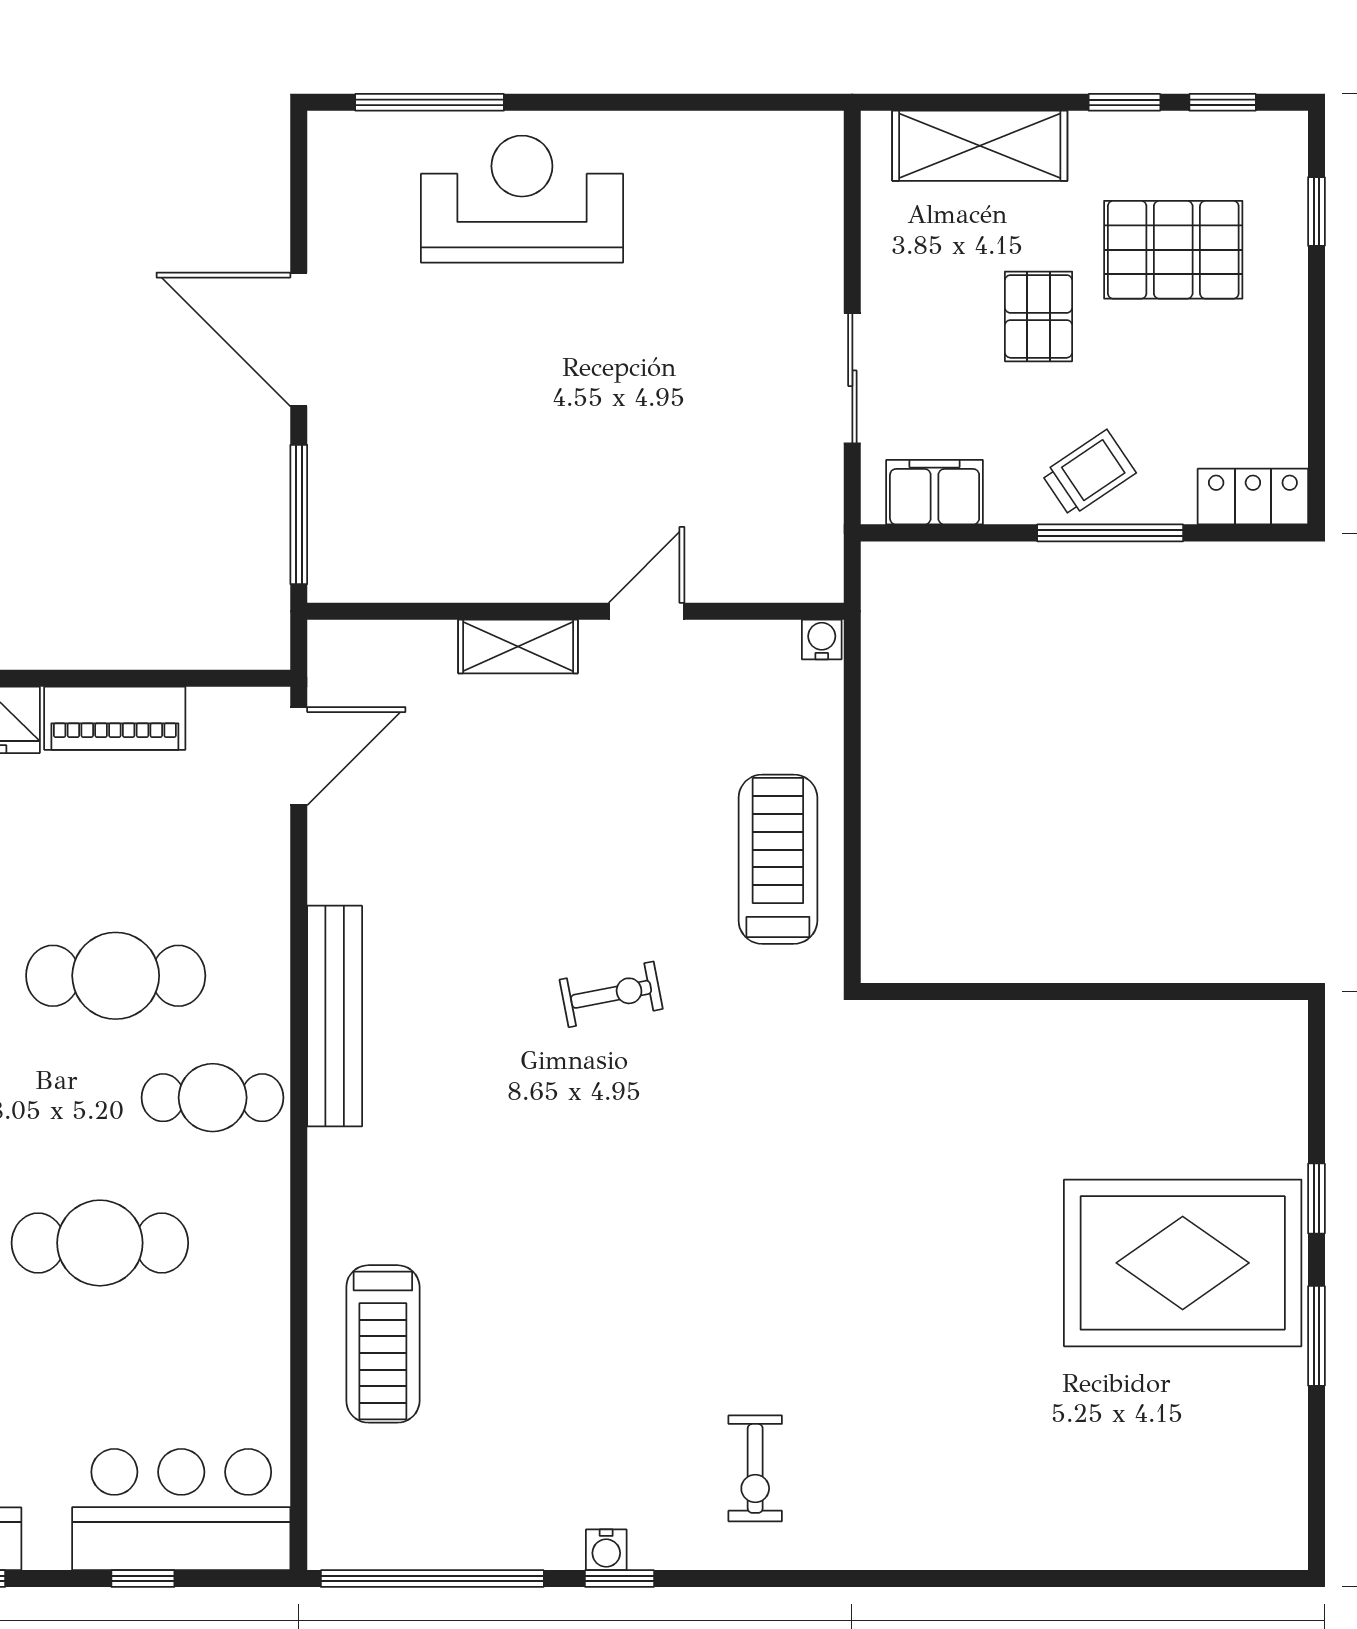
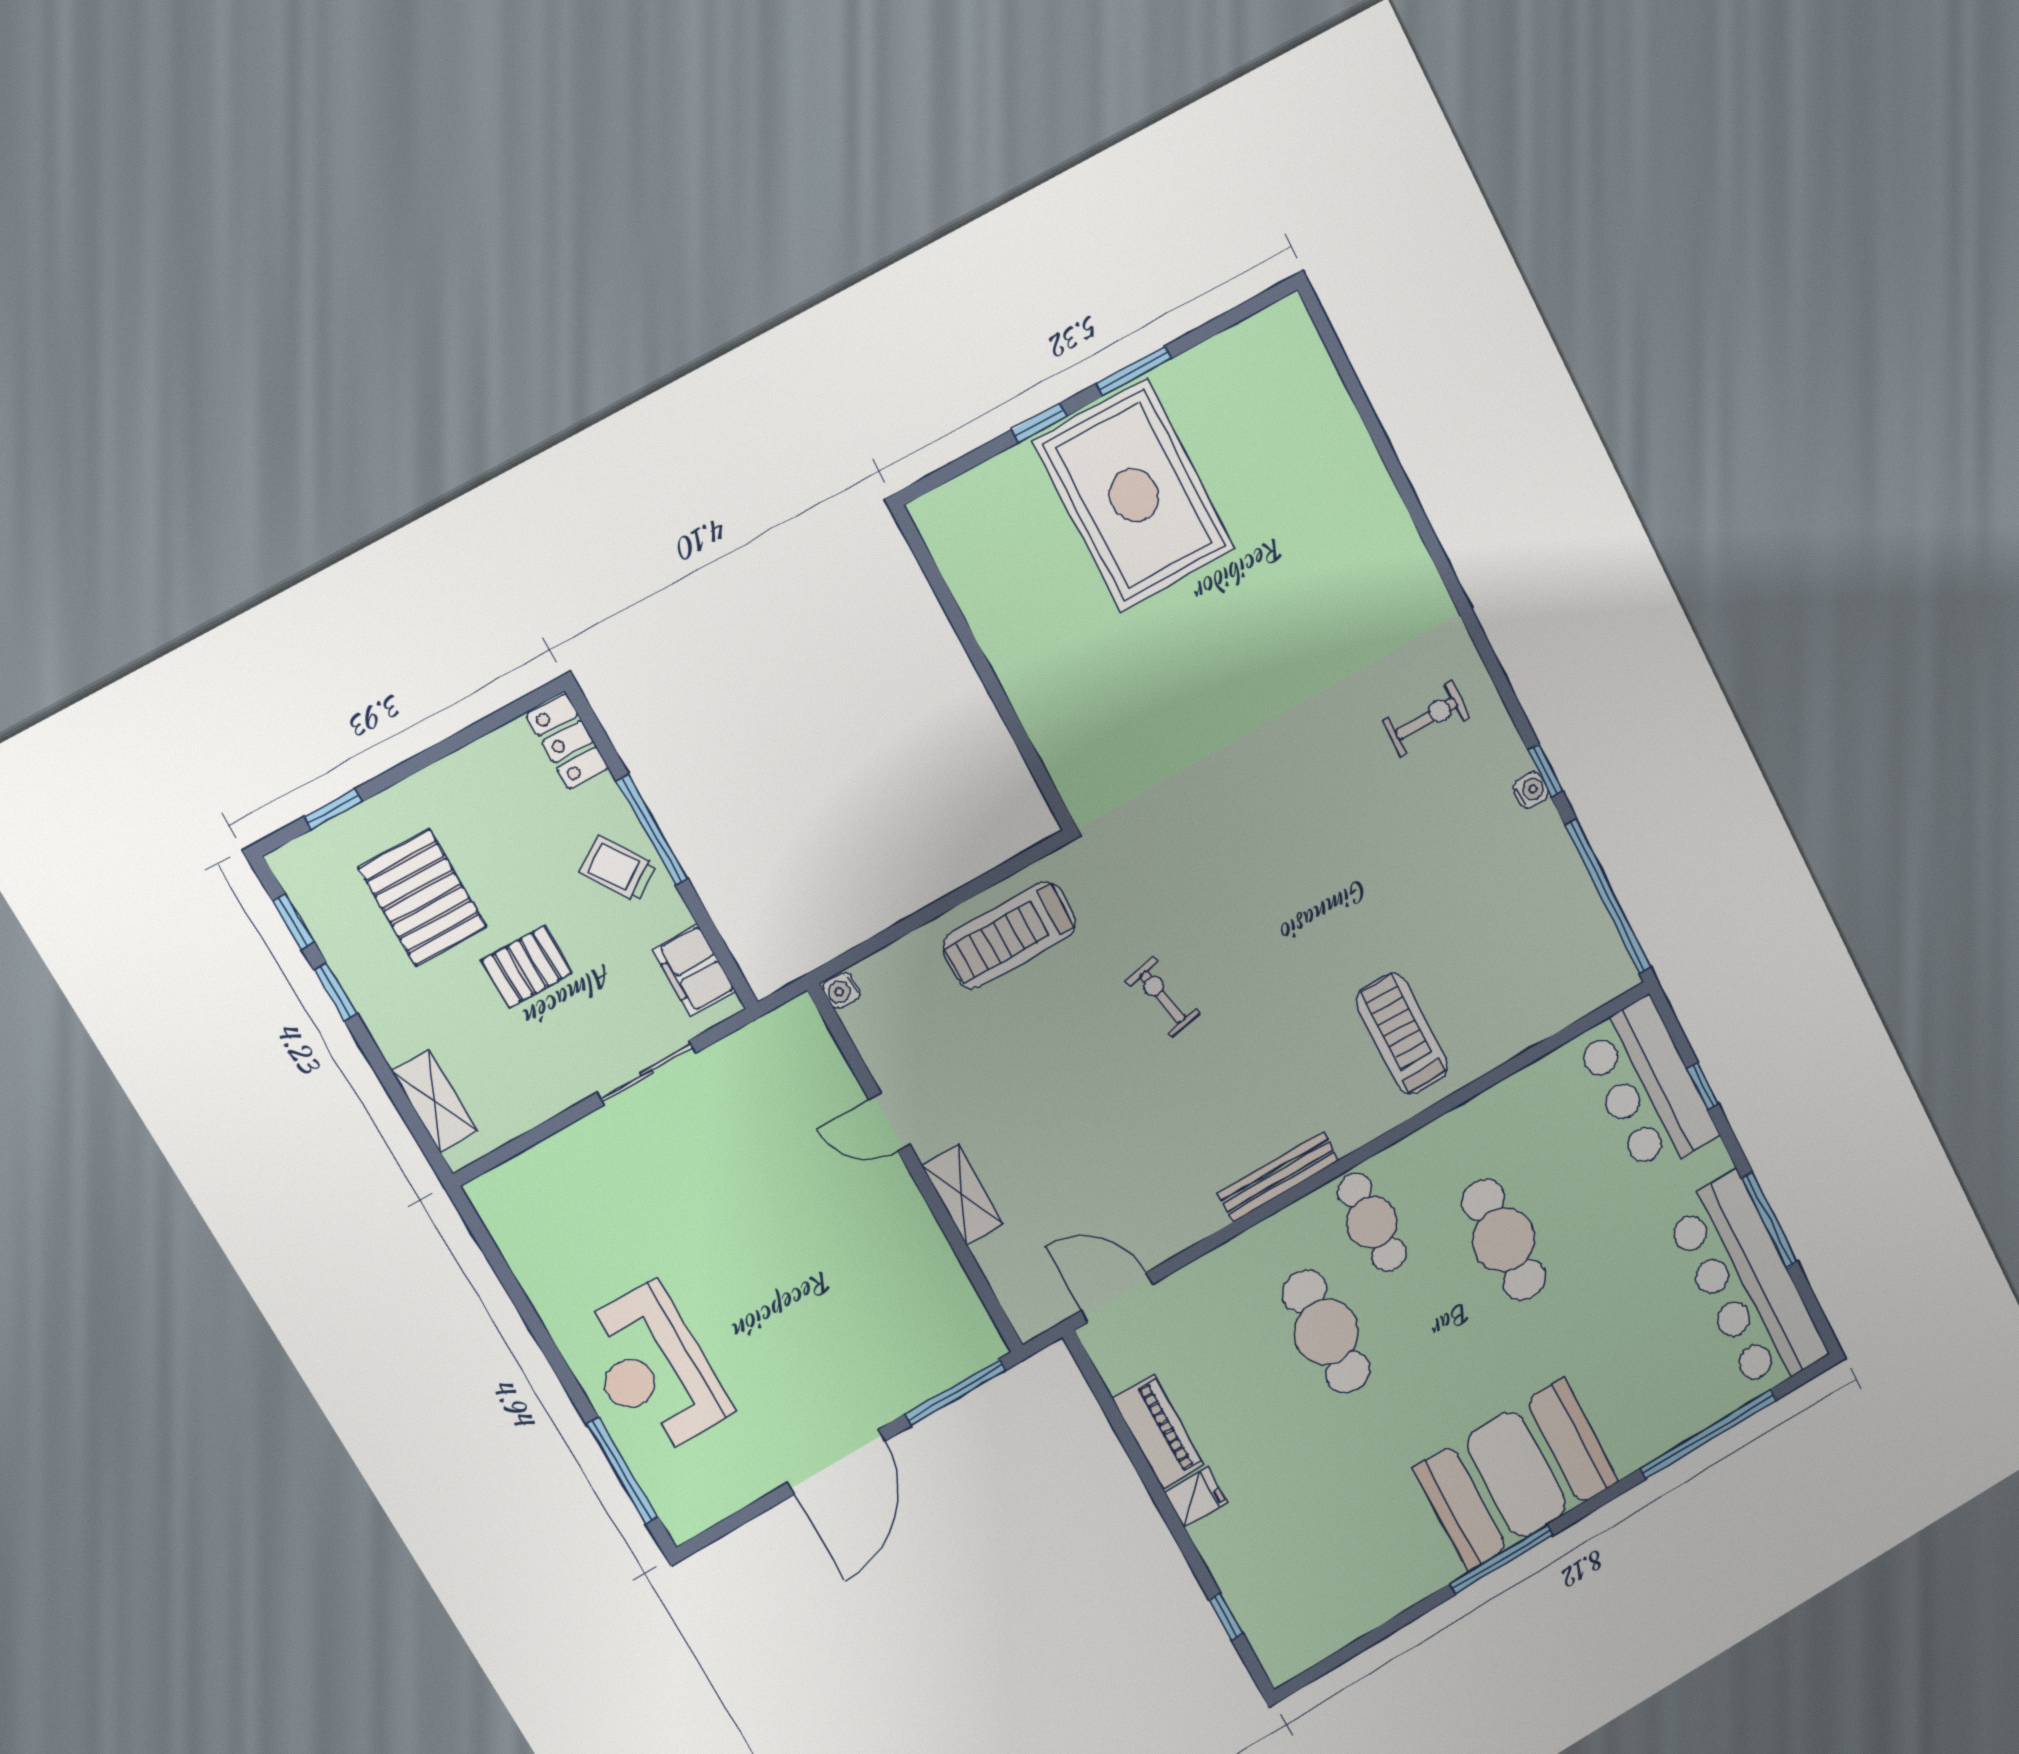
shelving: (980, 146) -> (434, 1101), width x0.67, depth x0.75
bench: (335, 1016) -> (1278, 1177), width x0.73, depth x0.82
treadmill: (383, 1344) -> (1402, 1034), moved, turned -90

